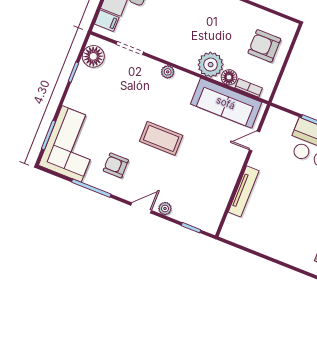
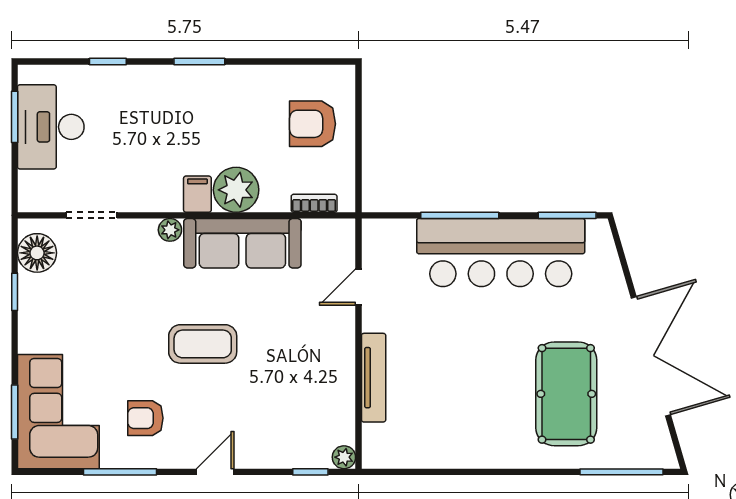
filing cabinet: (107, 21) -> (197, 194), moved, turned -90
floor lamp: (229, 77) -> (275, 199), removed
sofa: (226, 103) -> (242, 243), moved
plant: (165, 209) -> (344, 457), moved

